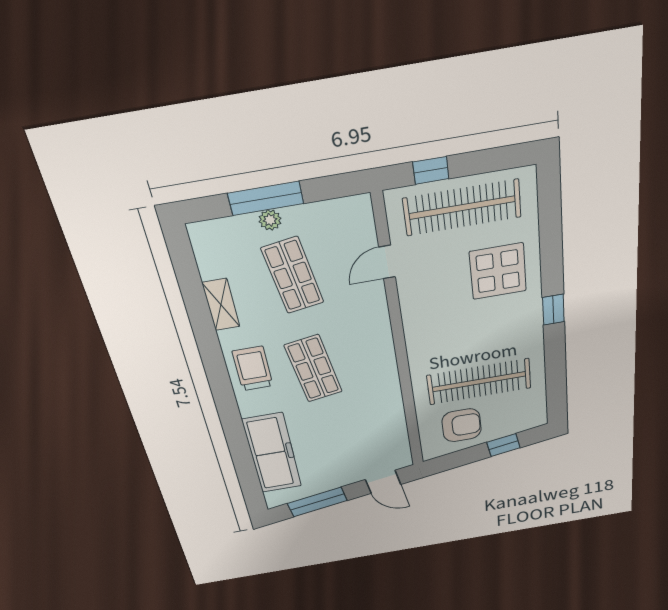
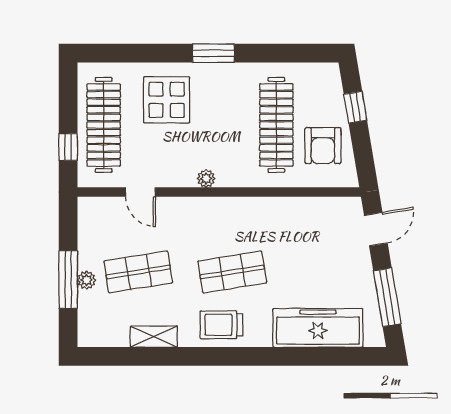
window: (553, 310) -> (213, 53), width x1.50
plant: (413, 326) -> (206, 179), added
armchair: (462, 425) -> (323, 146), turned 180

